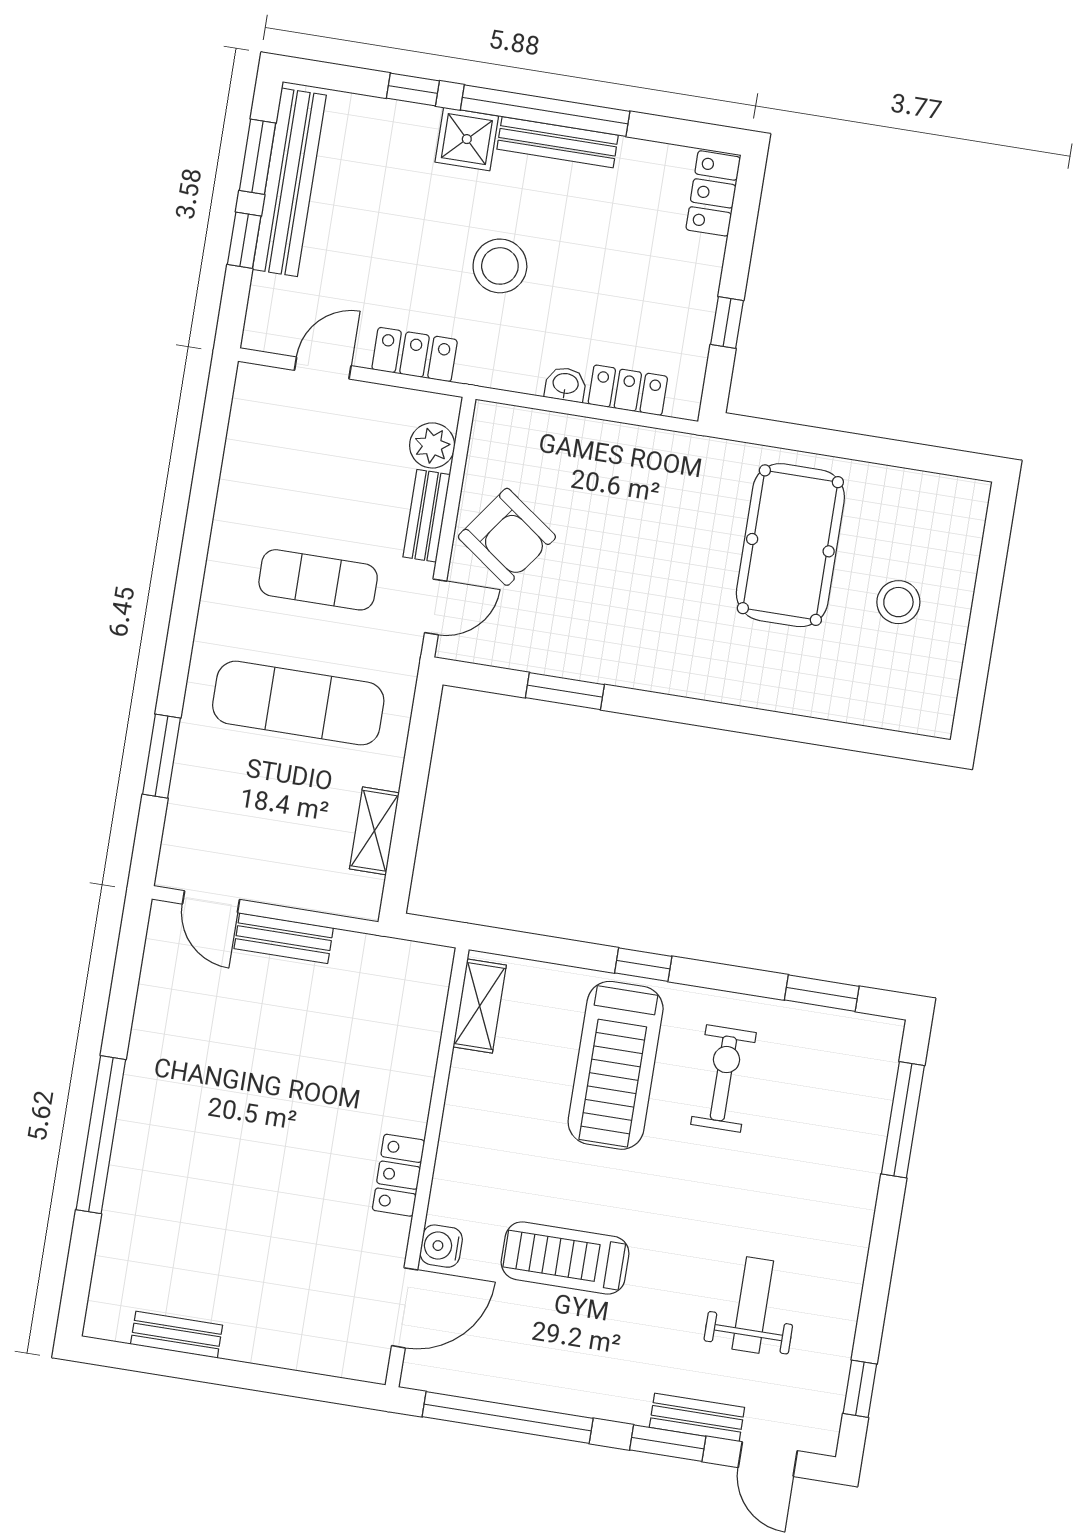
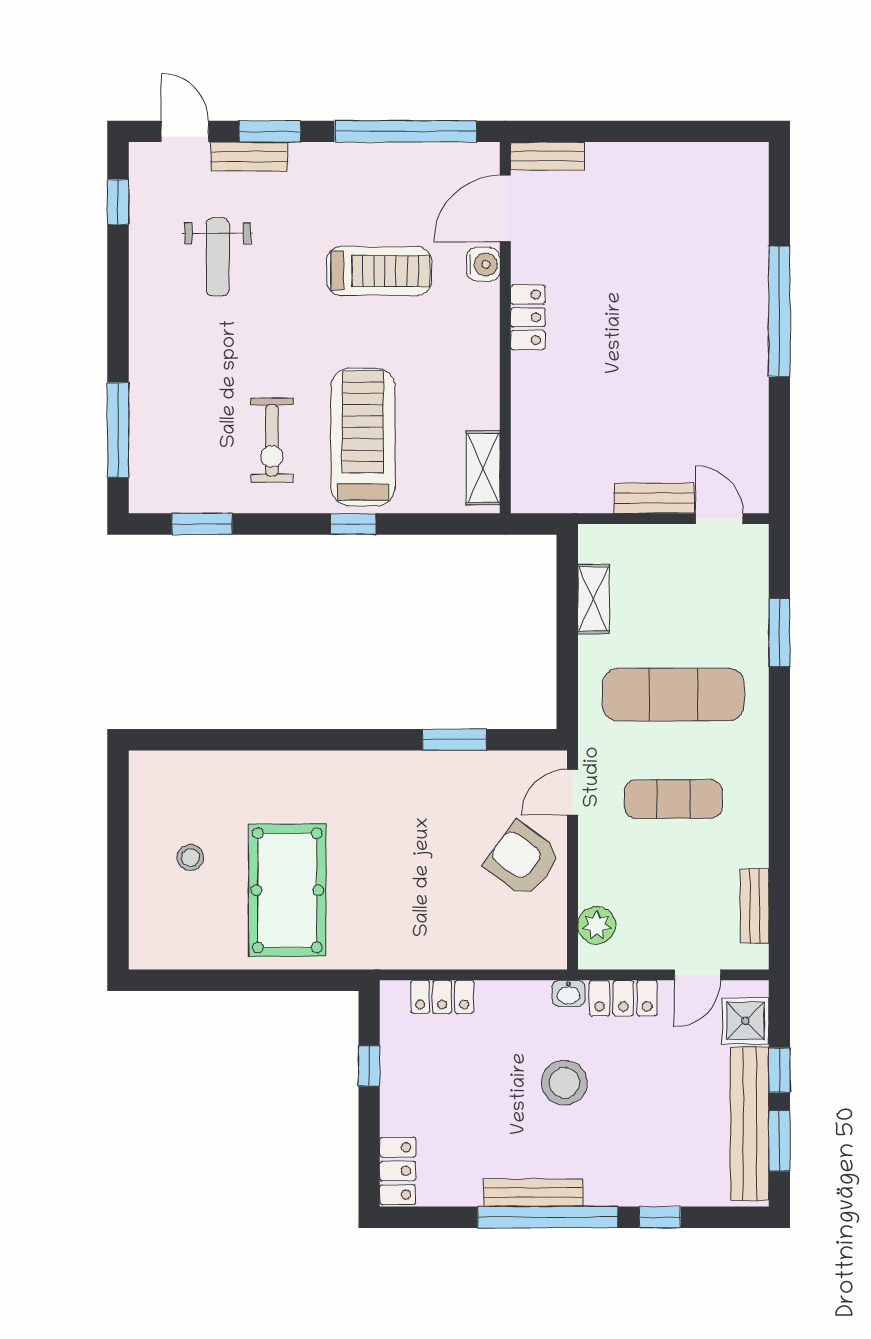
shower: (467, 139) -> (745, 1021), moved
washbasin: (565, 384) -> (568, 993), moved
bench: (427, 516) -> (755, 906), moved
stool: (898, 602) -> (190, 858), width x0.73, depth x0.73
bench: (177, 1335) -> (547, 156), moved

